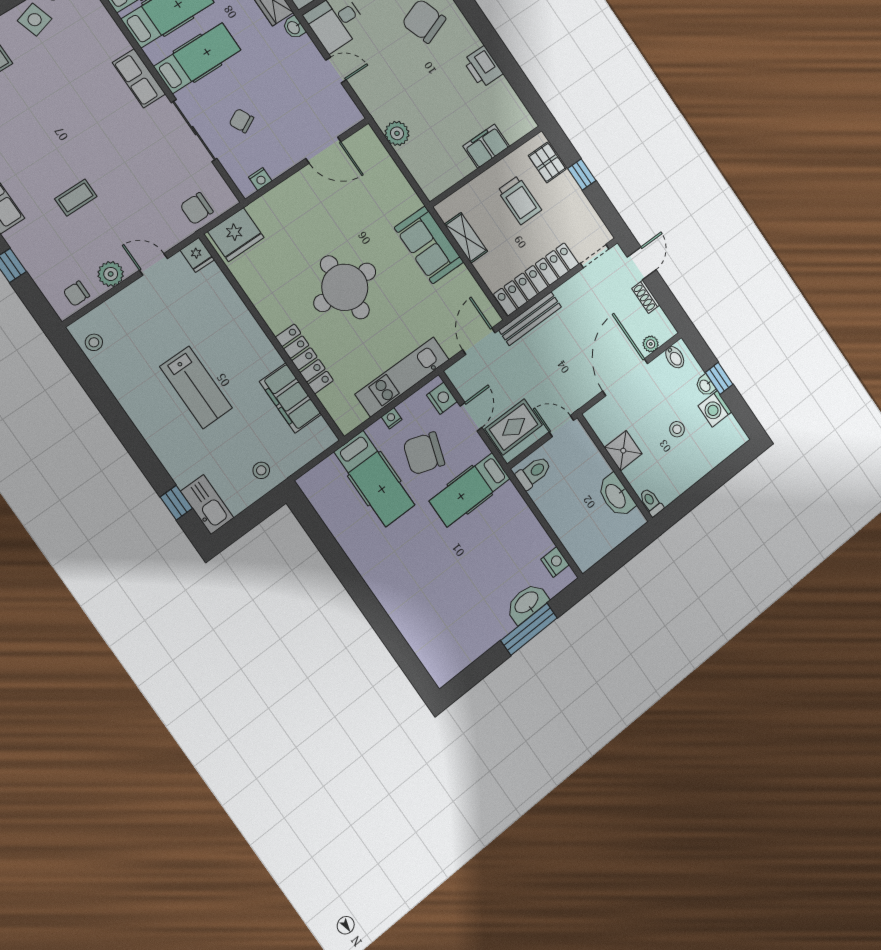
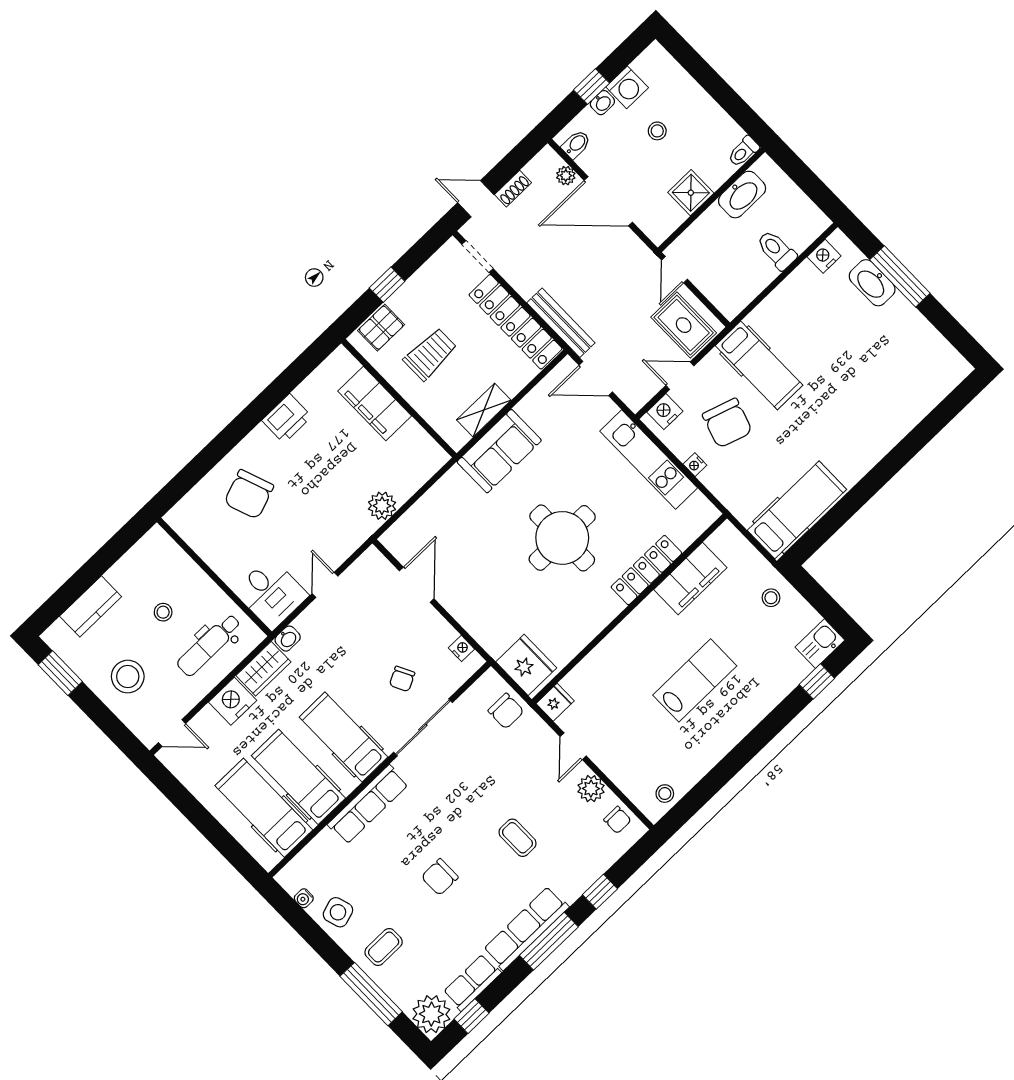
row of seats: (139, 78) -> (368, 804), width x1.48
chair: (51, 119) -> (440, 877), added
filing cabinet: (486, 146) -> (375, 403), width x1.50, depth x1.17
toilet: (534, 473) -> (777, 250), moved
hospital bed: (374, 479) -> (797, 510), moved
kitchen sink: (207, 505) -> (820, 644), width x0.73

